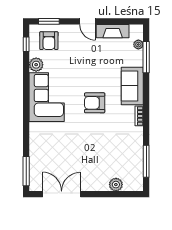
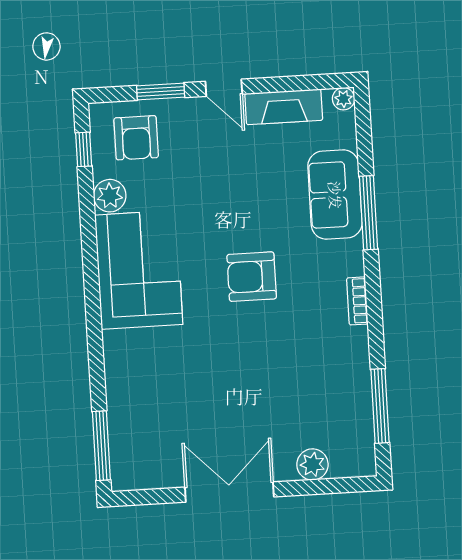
window: (49, 21) -> (161, 91), moved
plant: (138, 45) -> (344, 99), moved
window: (146, 57) -> (369, 213), moved
sofa: (132, 86) -> (335, 195), moved
double door: (62, 194) -> (229, 492), moved

